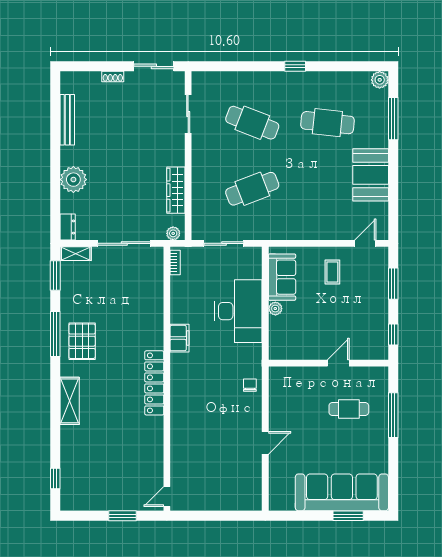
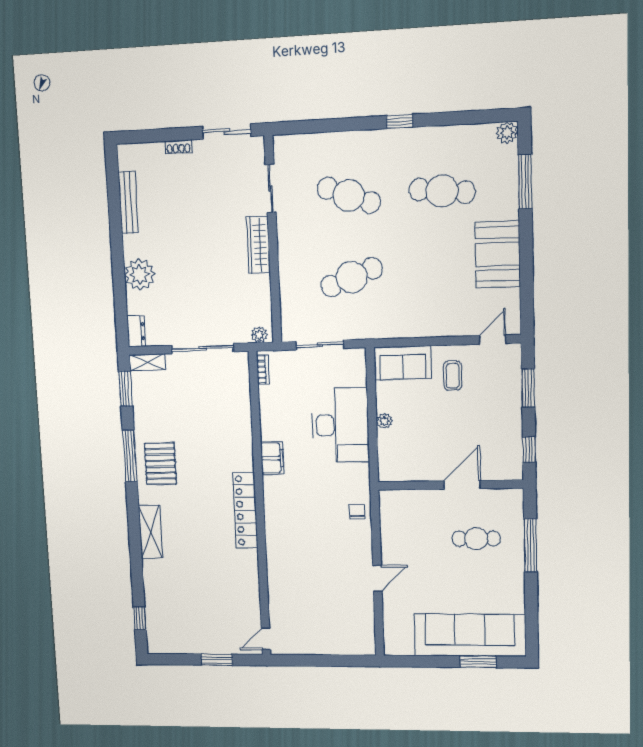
wardrobe: (176, 190) -> (258, 245), moved
sofa: (282, 277) -> (403, 363), moved, turned 90
door: (338, 363) -> (462, 485), width x1.38

